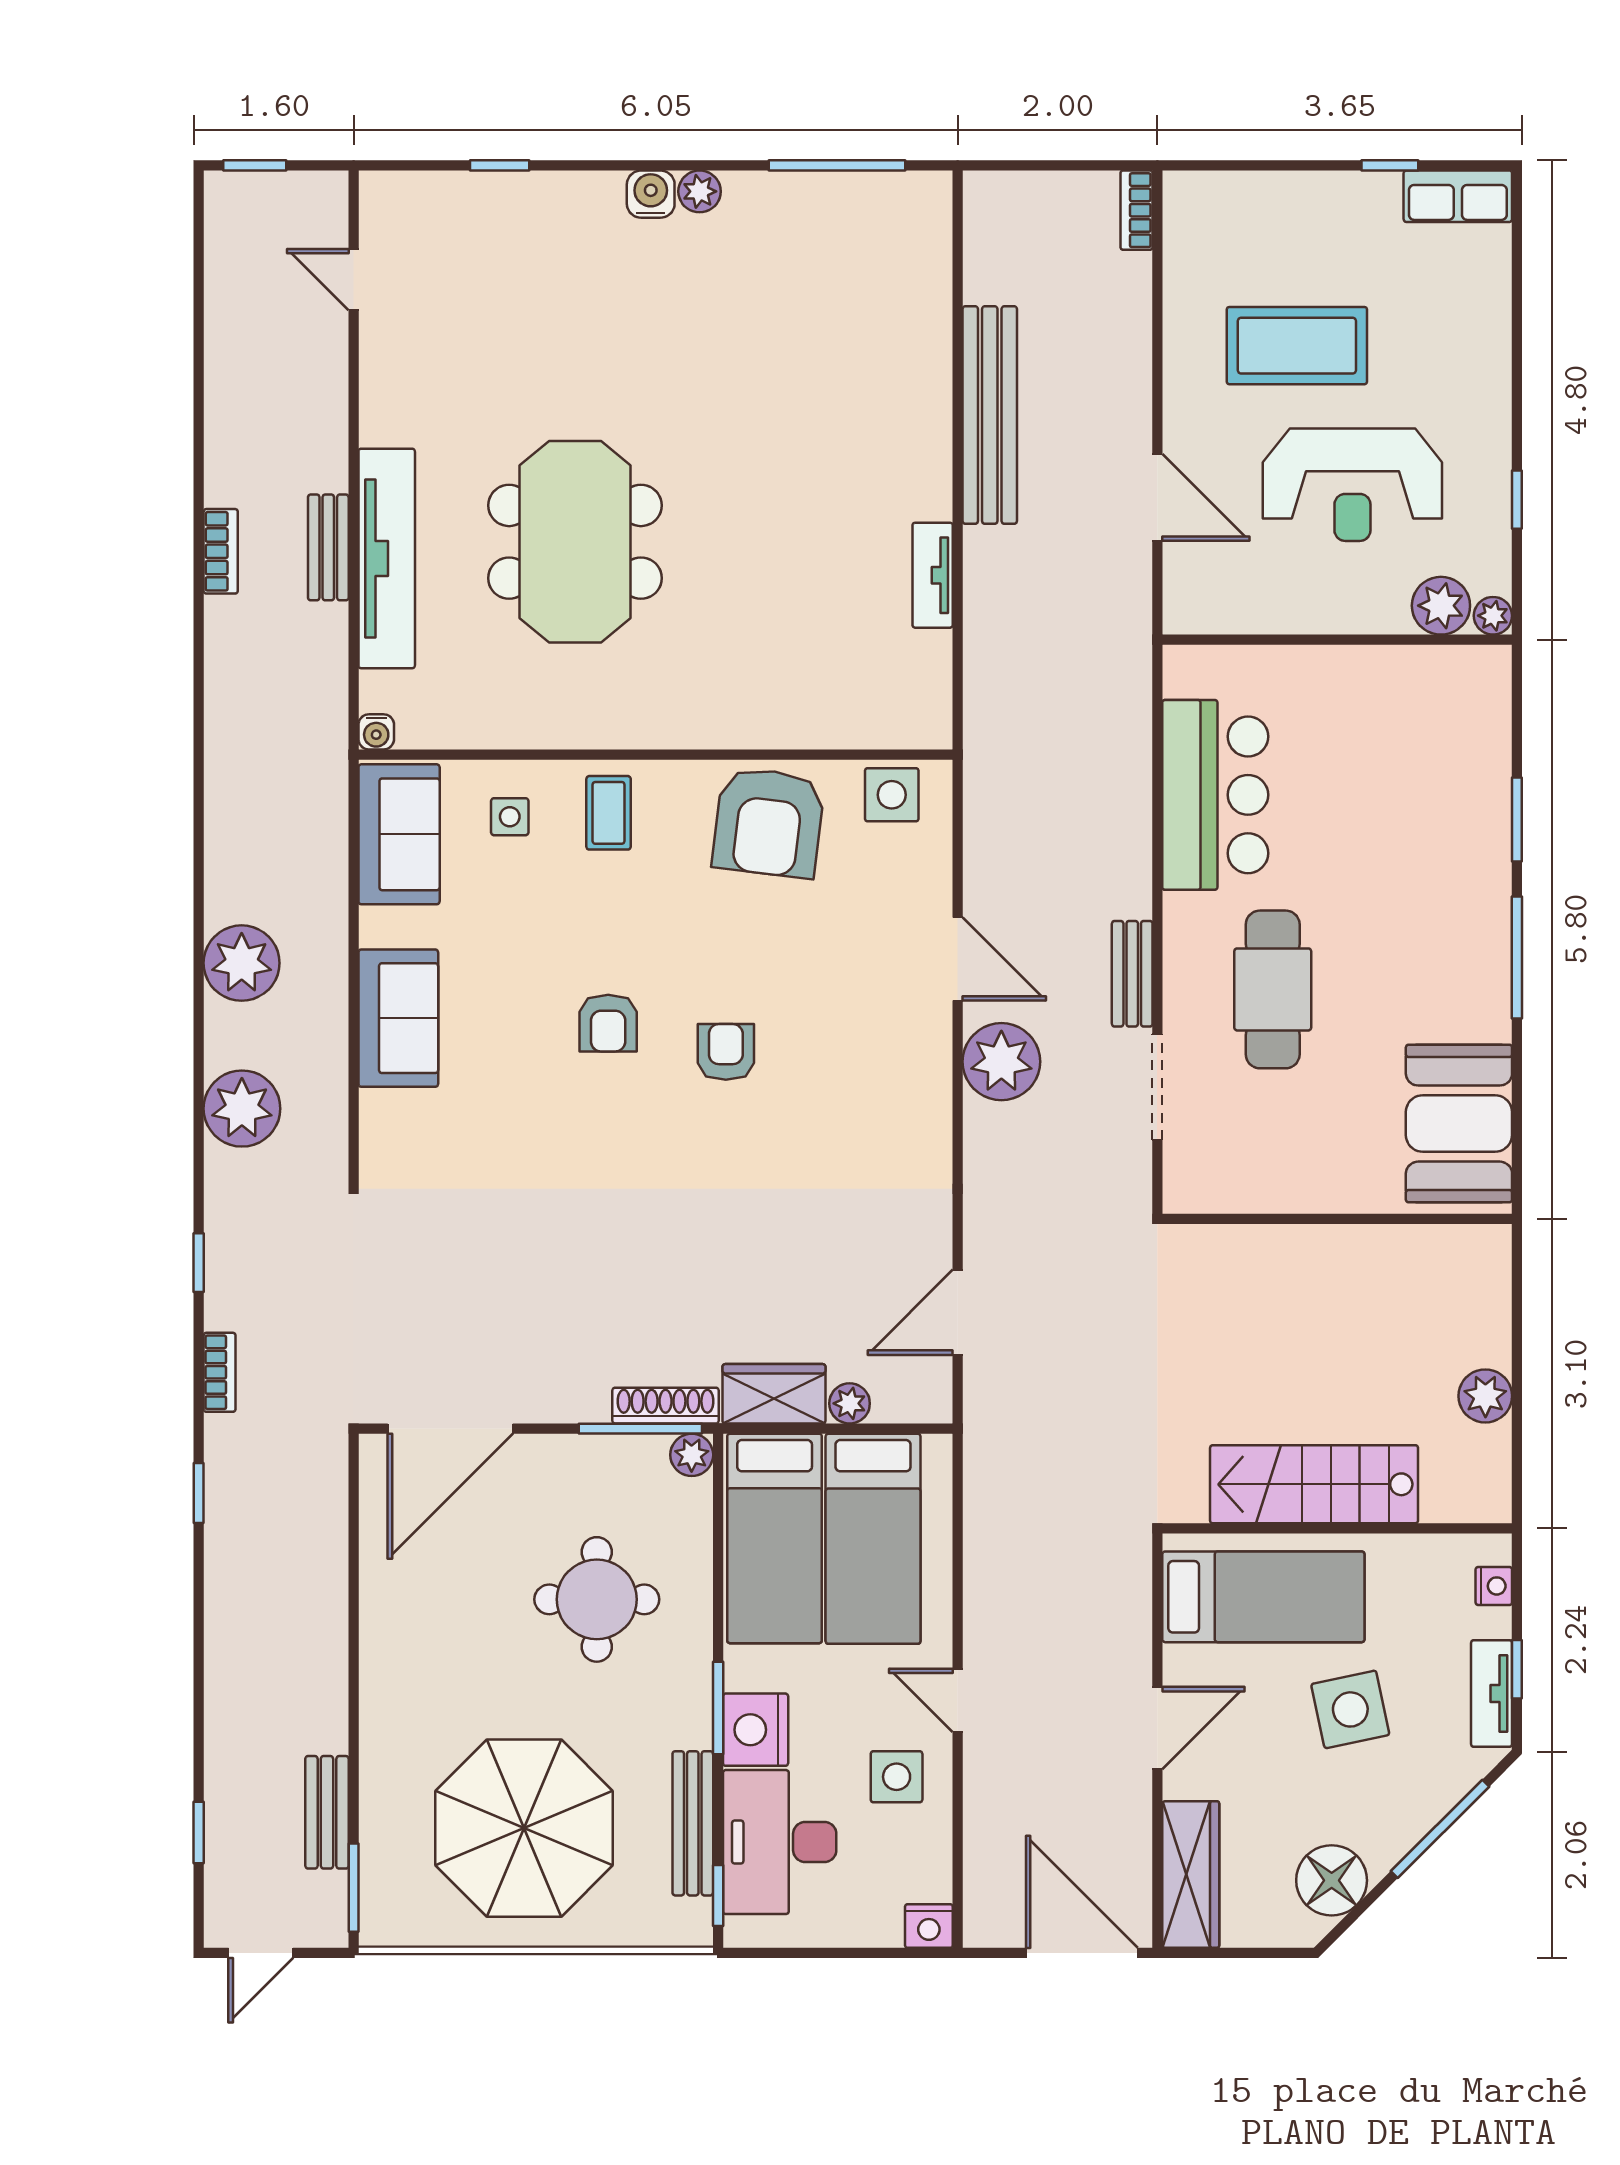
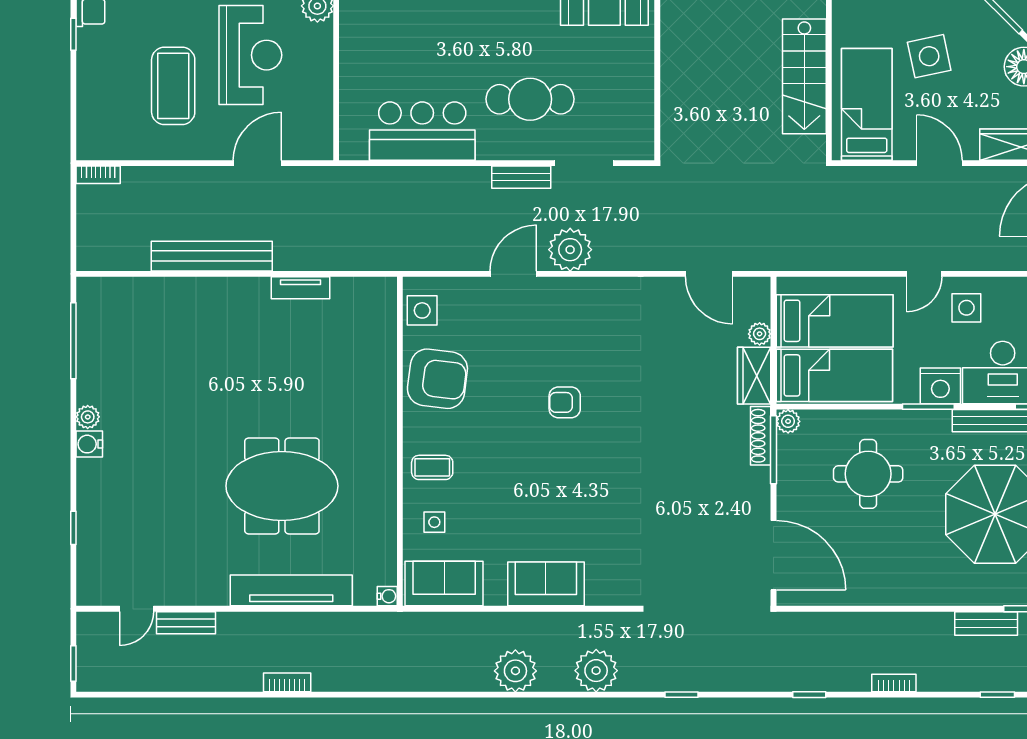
bench: (328, 547) -> (186, 623), moved
armchair: (608, 1023) -> (549, 468), removed
bookcase: (220, 1372) -> (894, 683), moved

